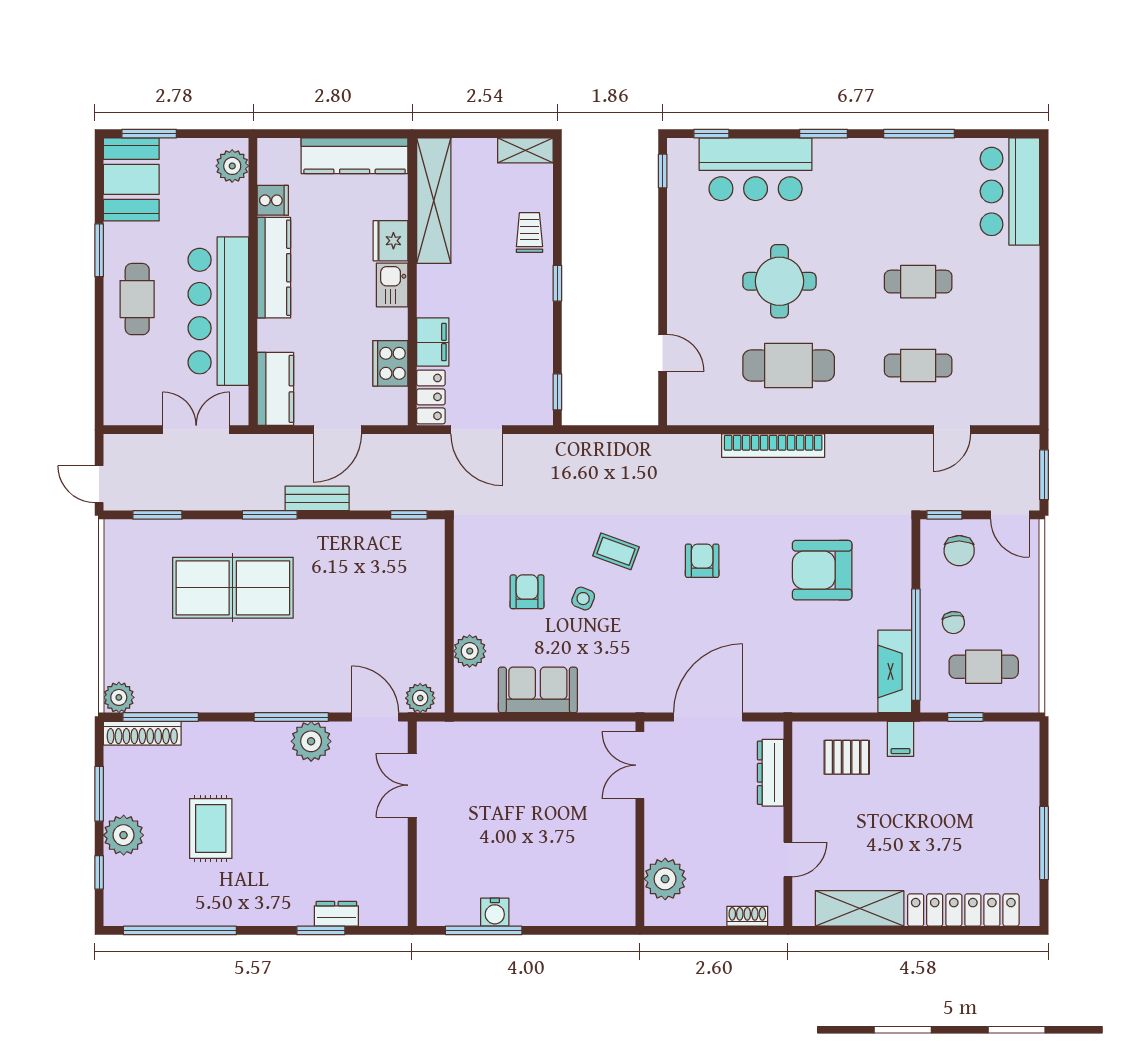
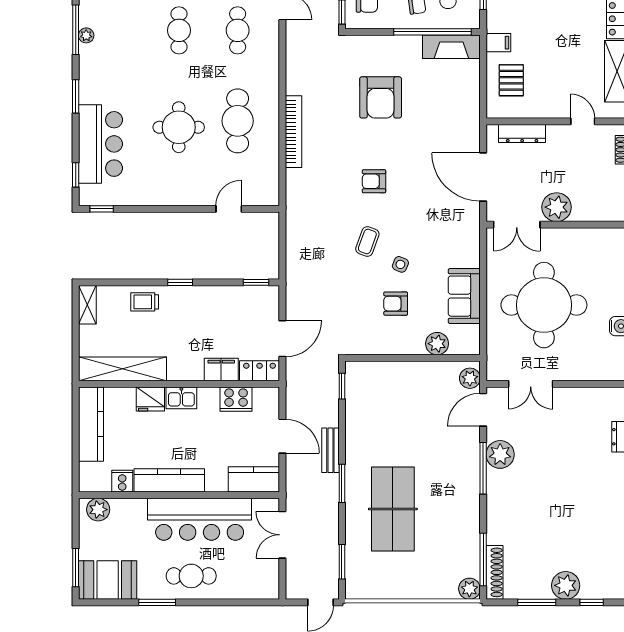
plant: (911, 149) -> (86, 35), added
round table: (525, 804) -> (544, 305), added
rug: (211, 829) -> (561, 525), removed
plant: (665, 879) -> (557, 207), moved

